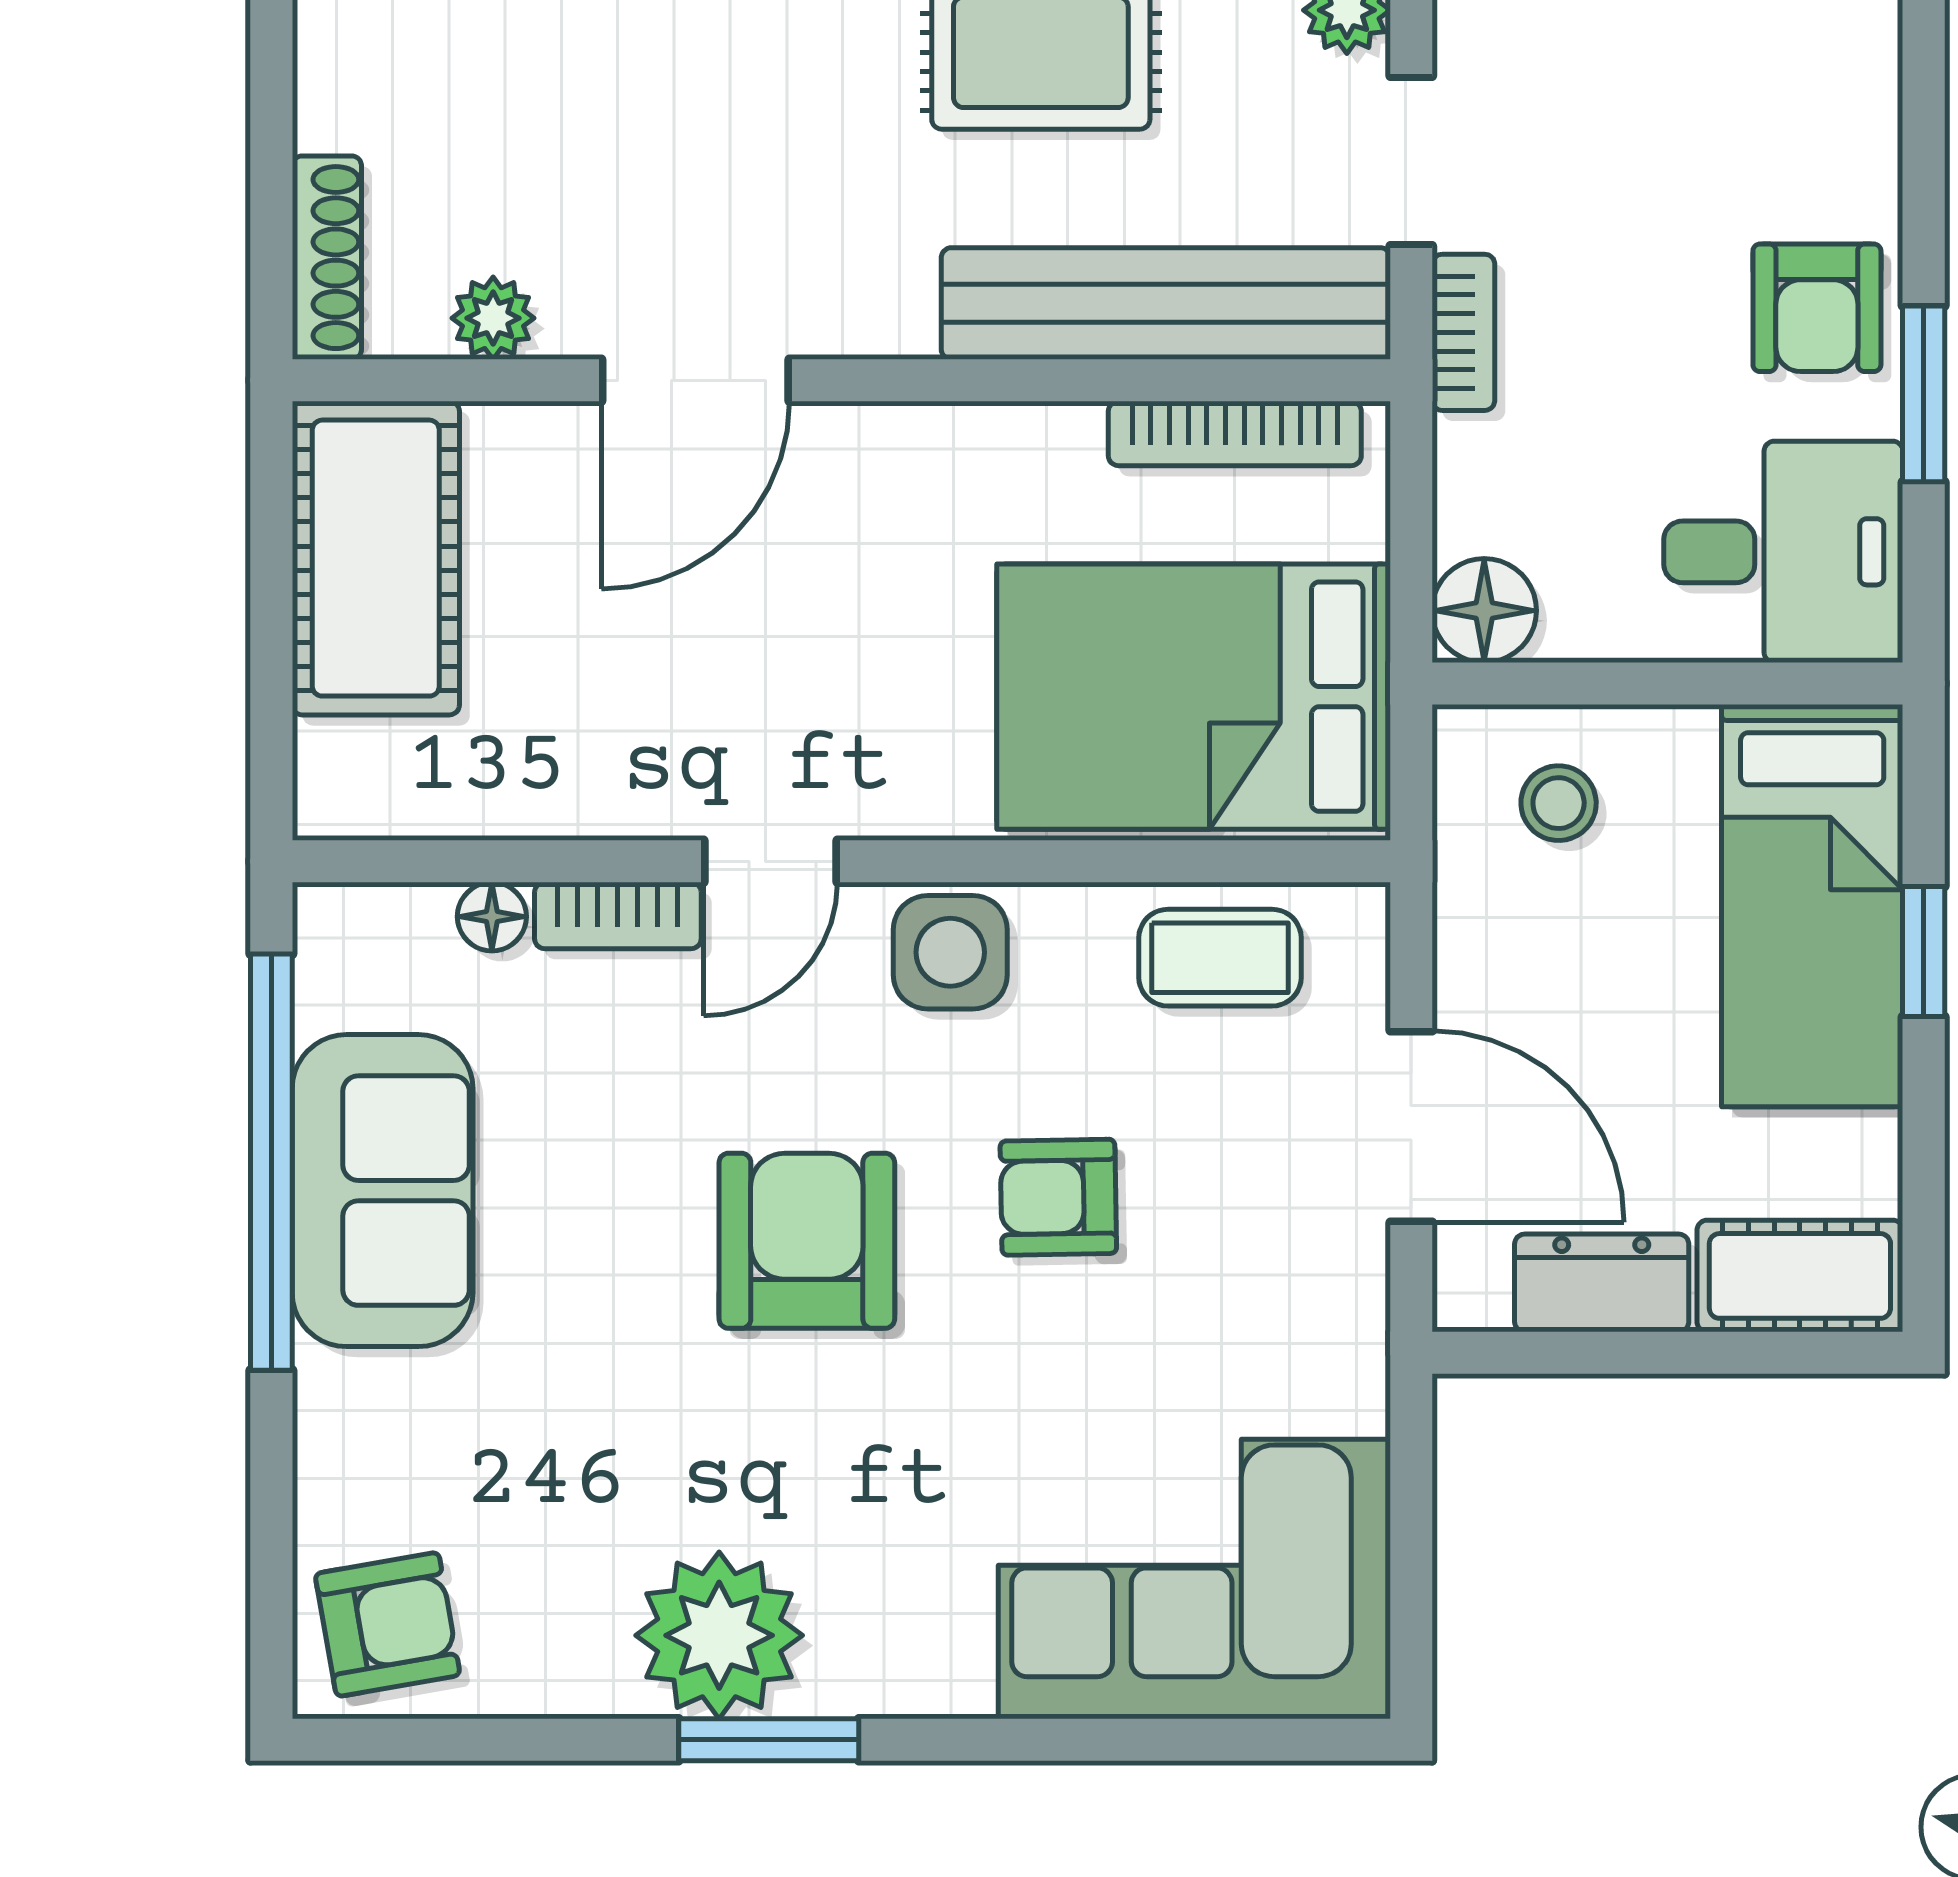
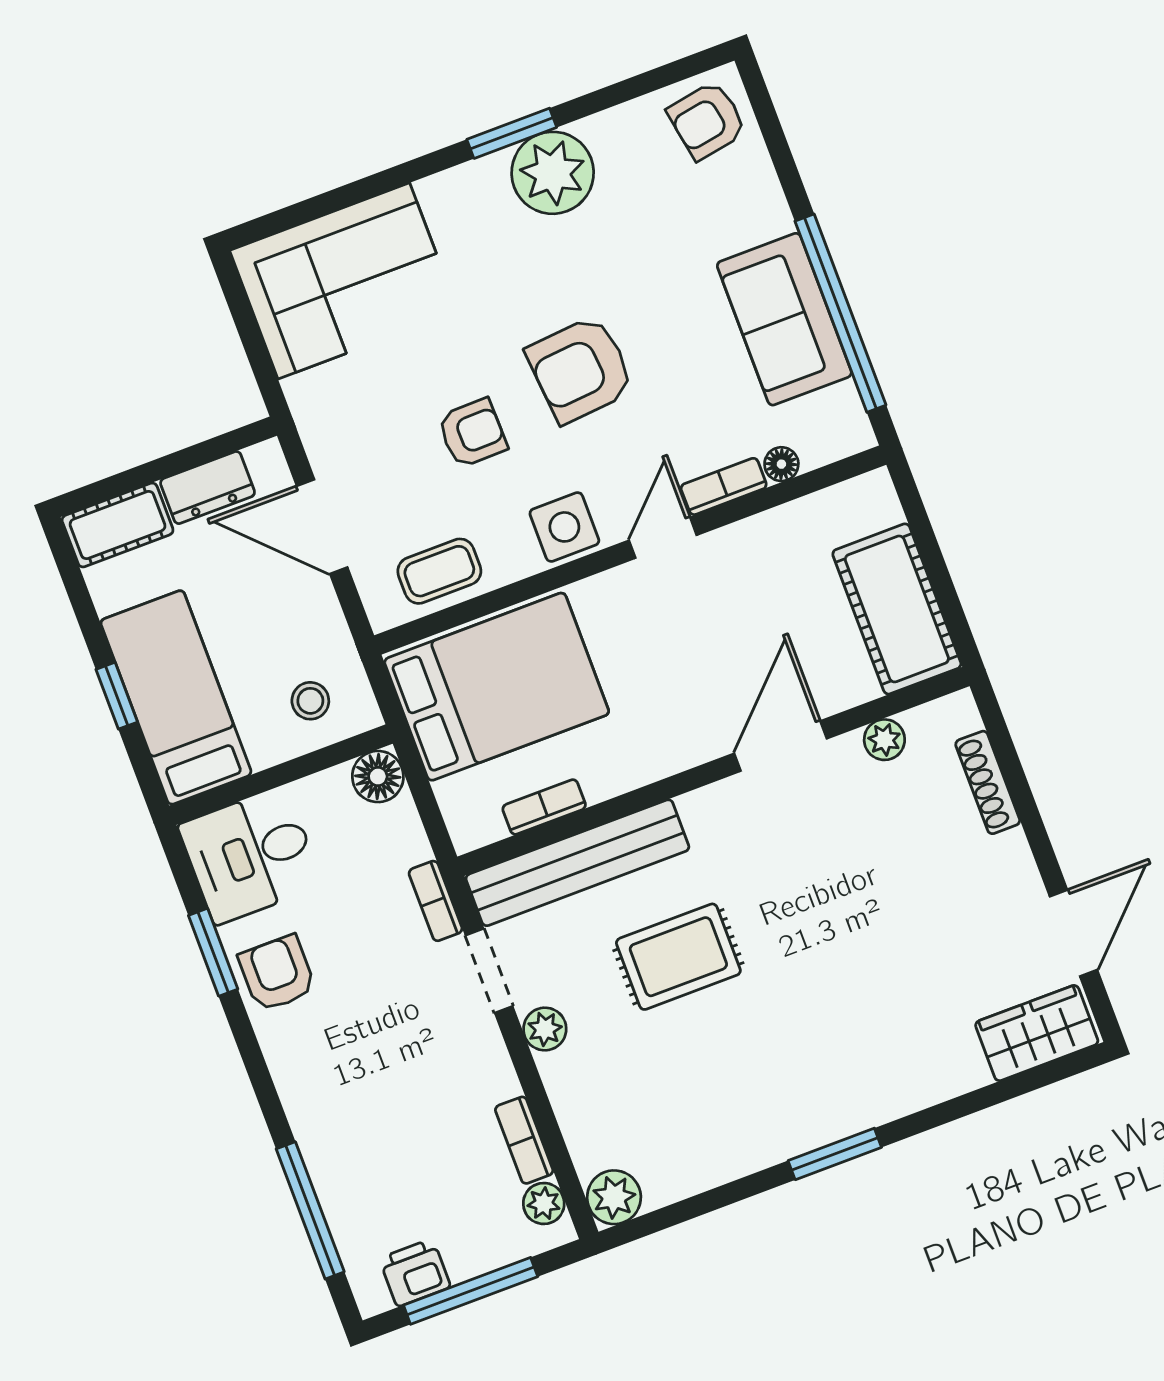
shoe rack: (327, 258) -> (988, 782), moved
bookcase: (1235, 433) -> (544, 807), width x0.64
armchair: (807, 1241) -> (580, 369), turned 85

